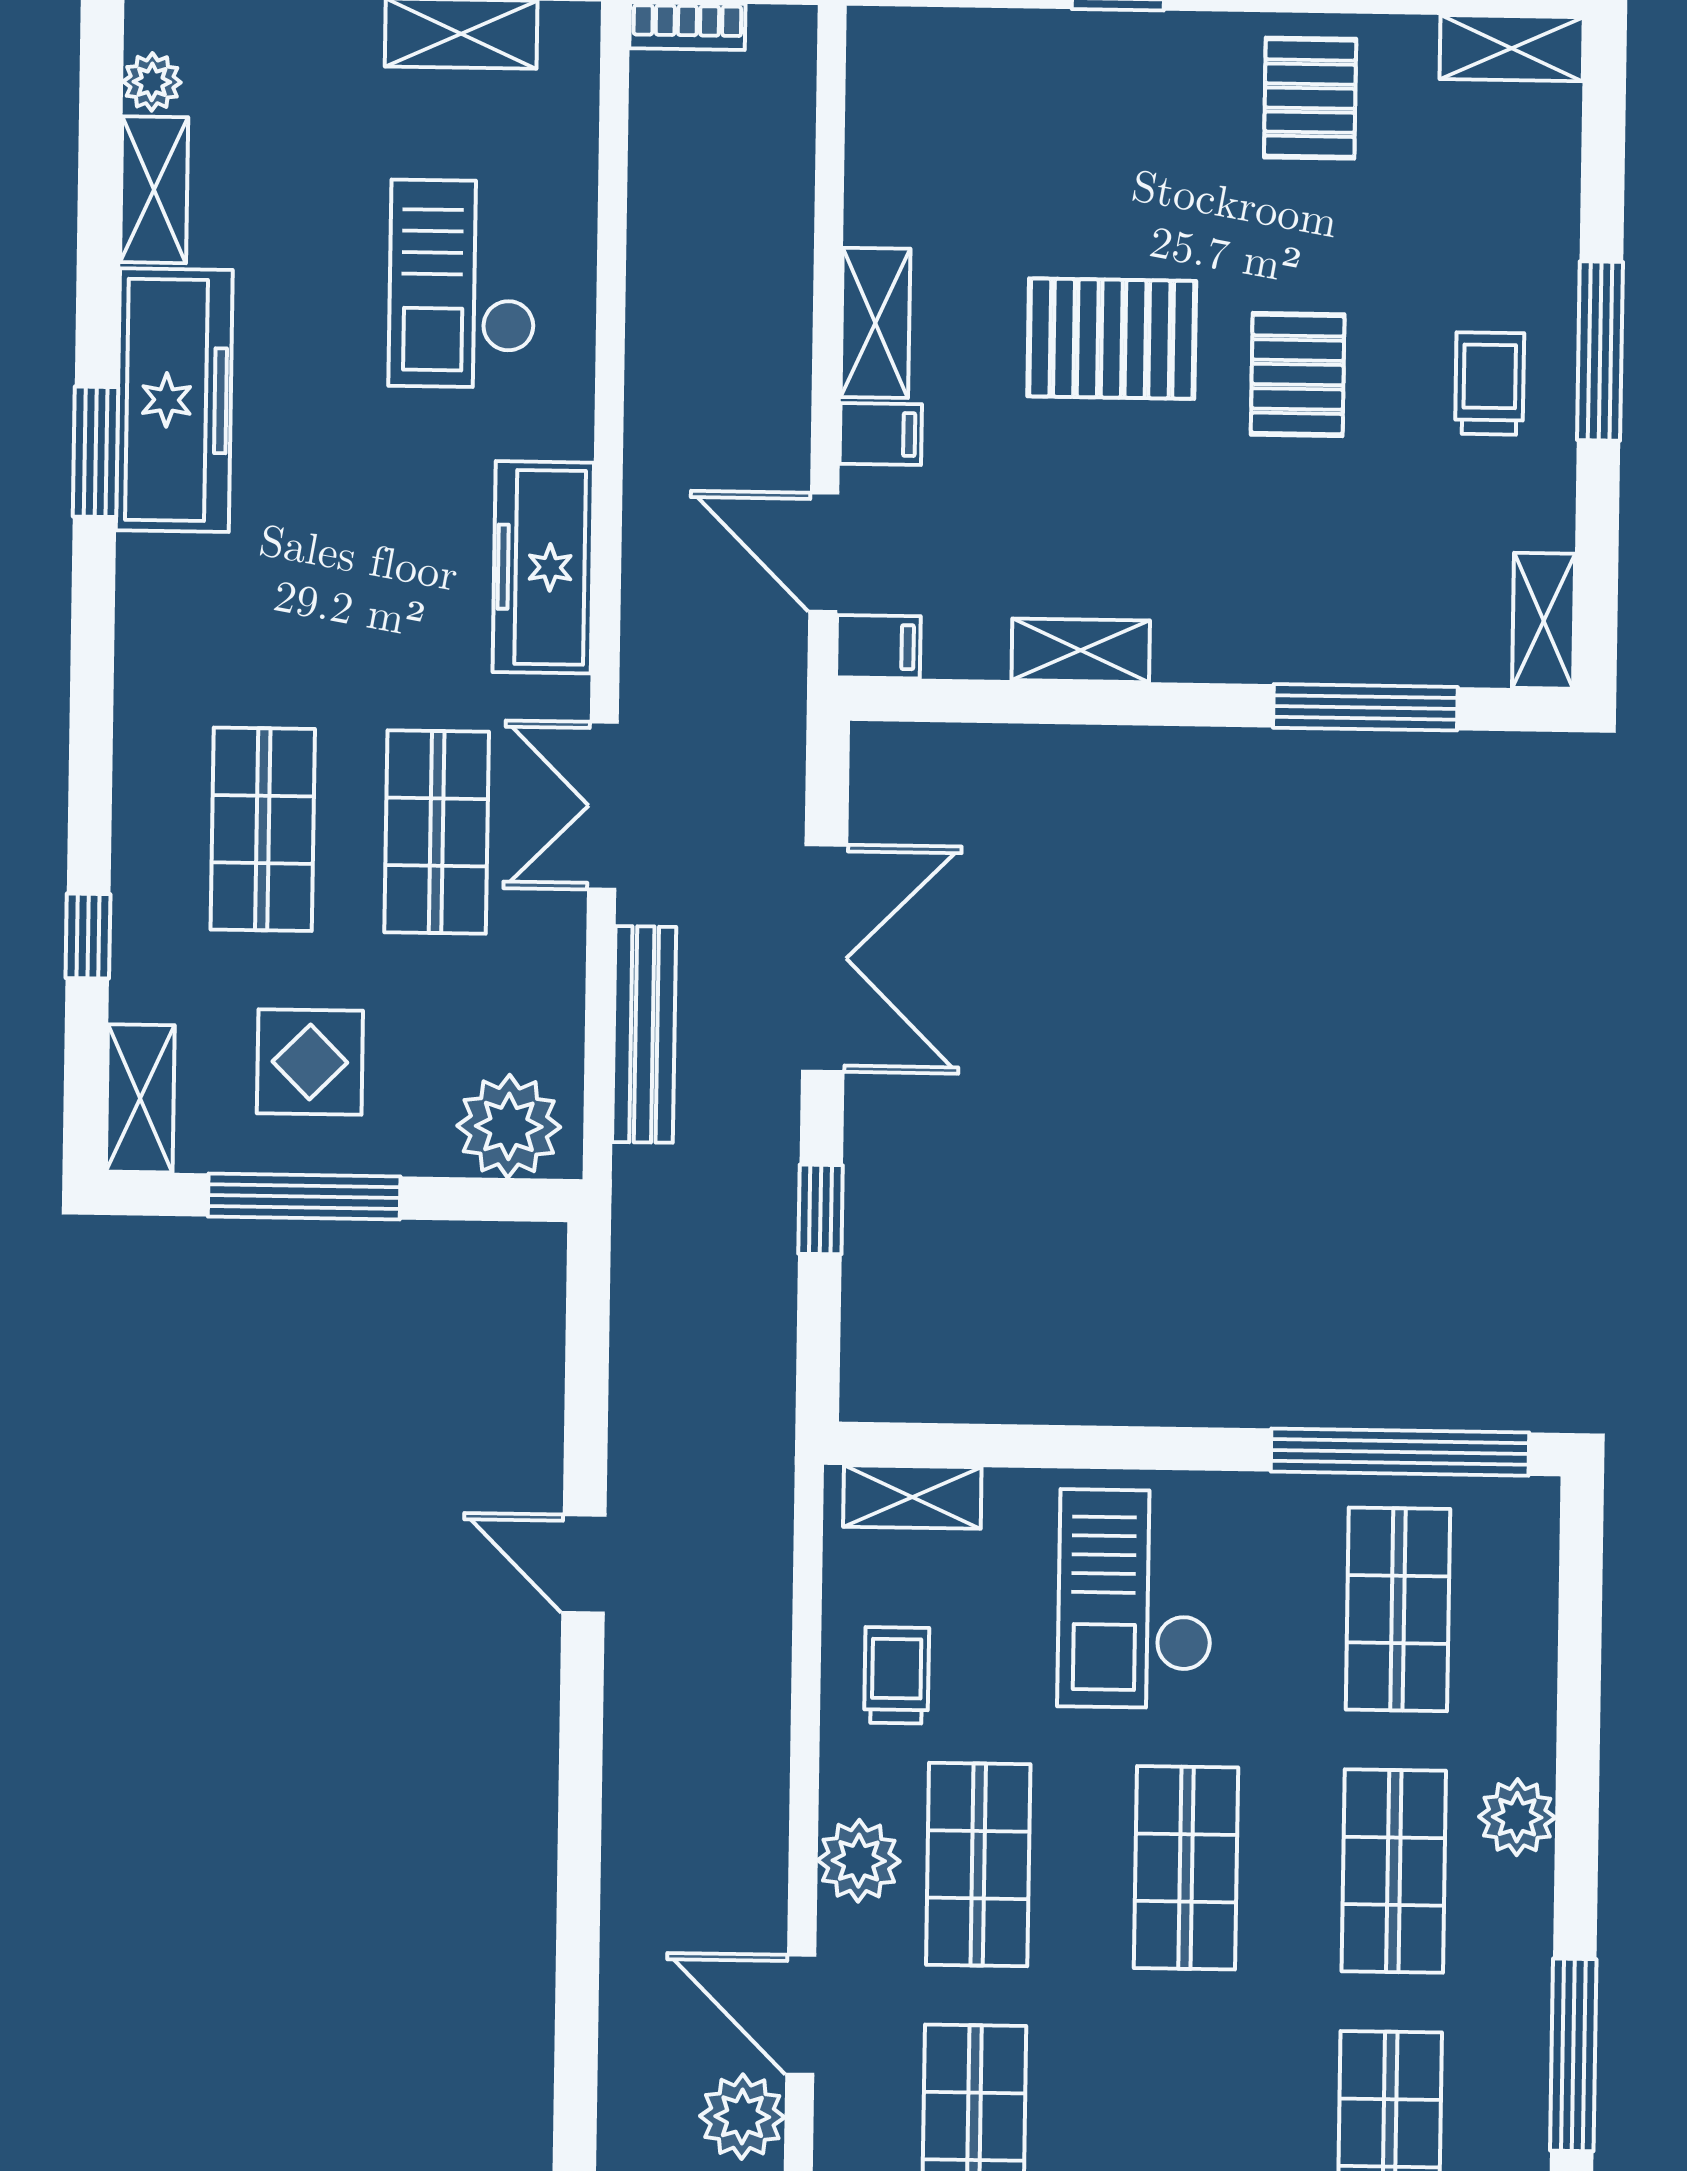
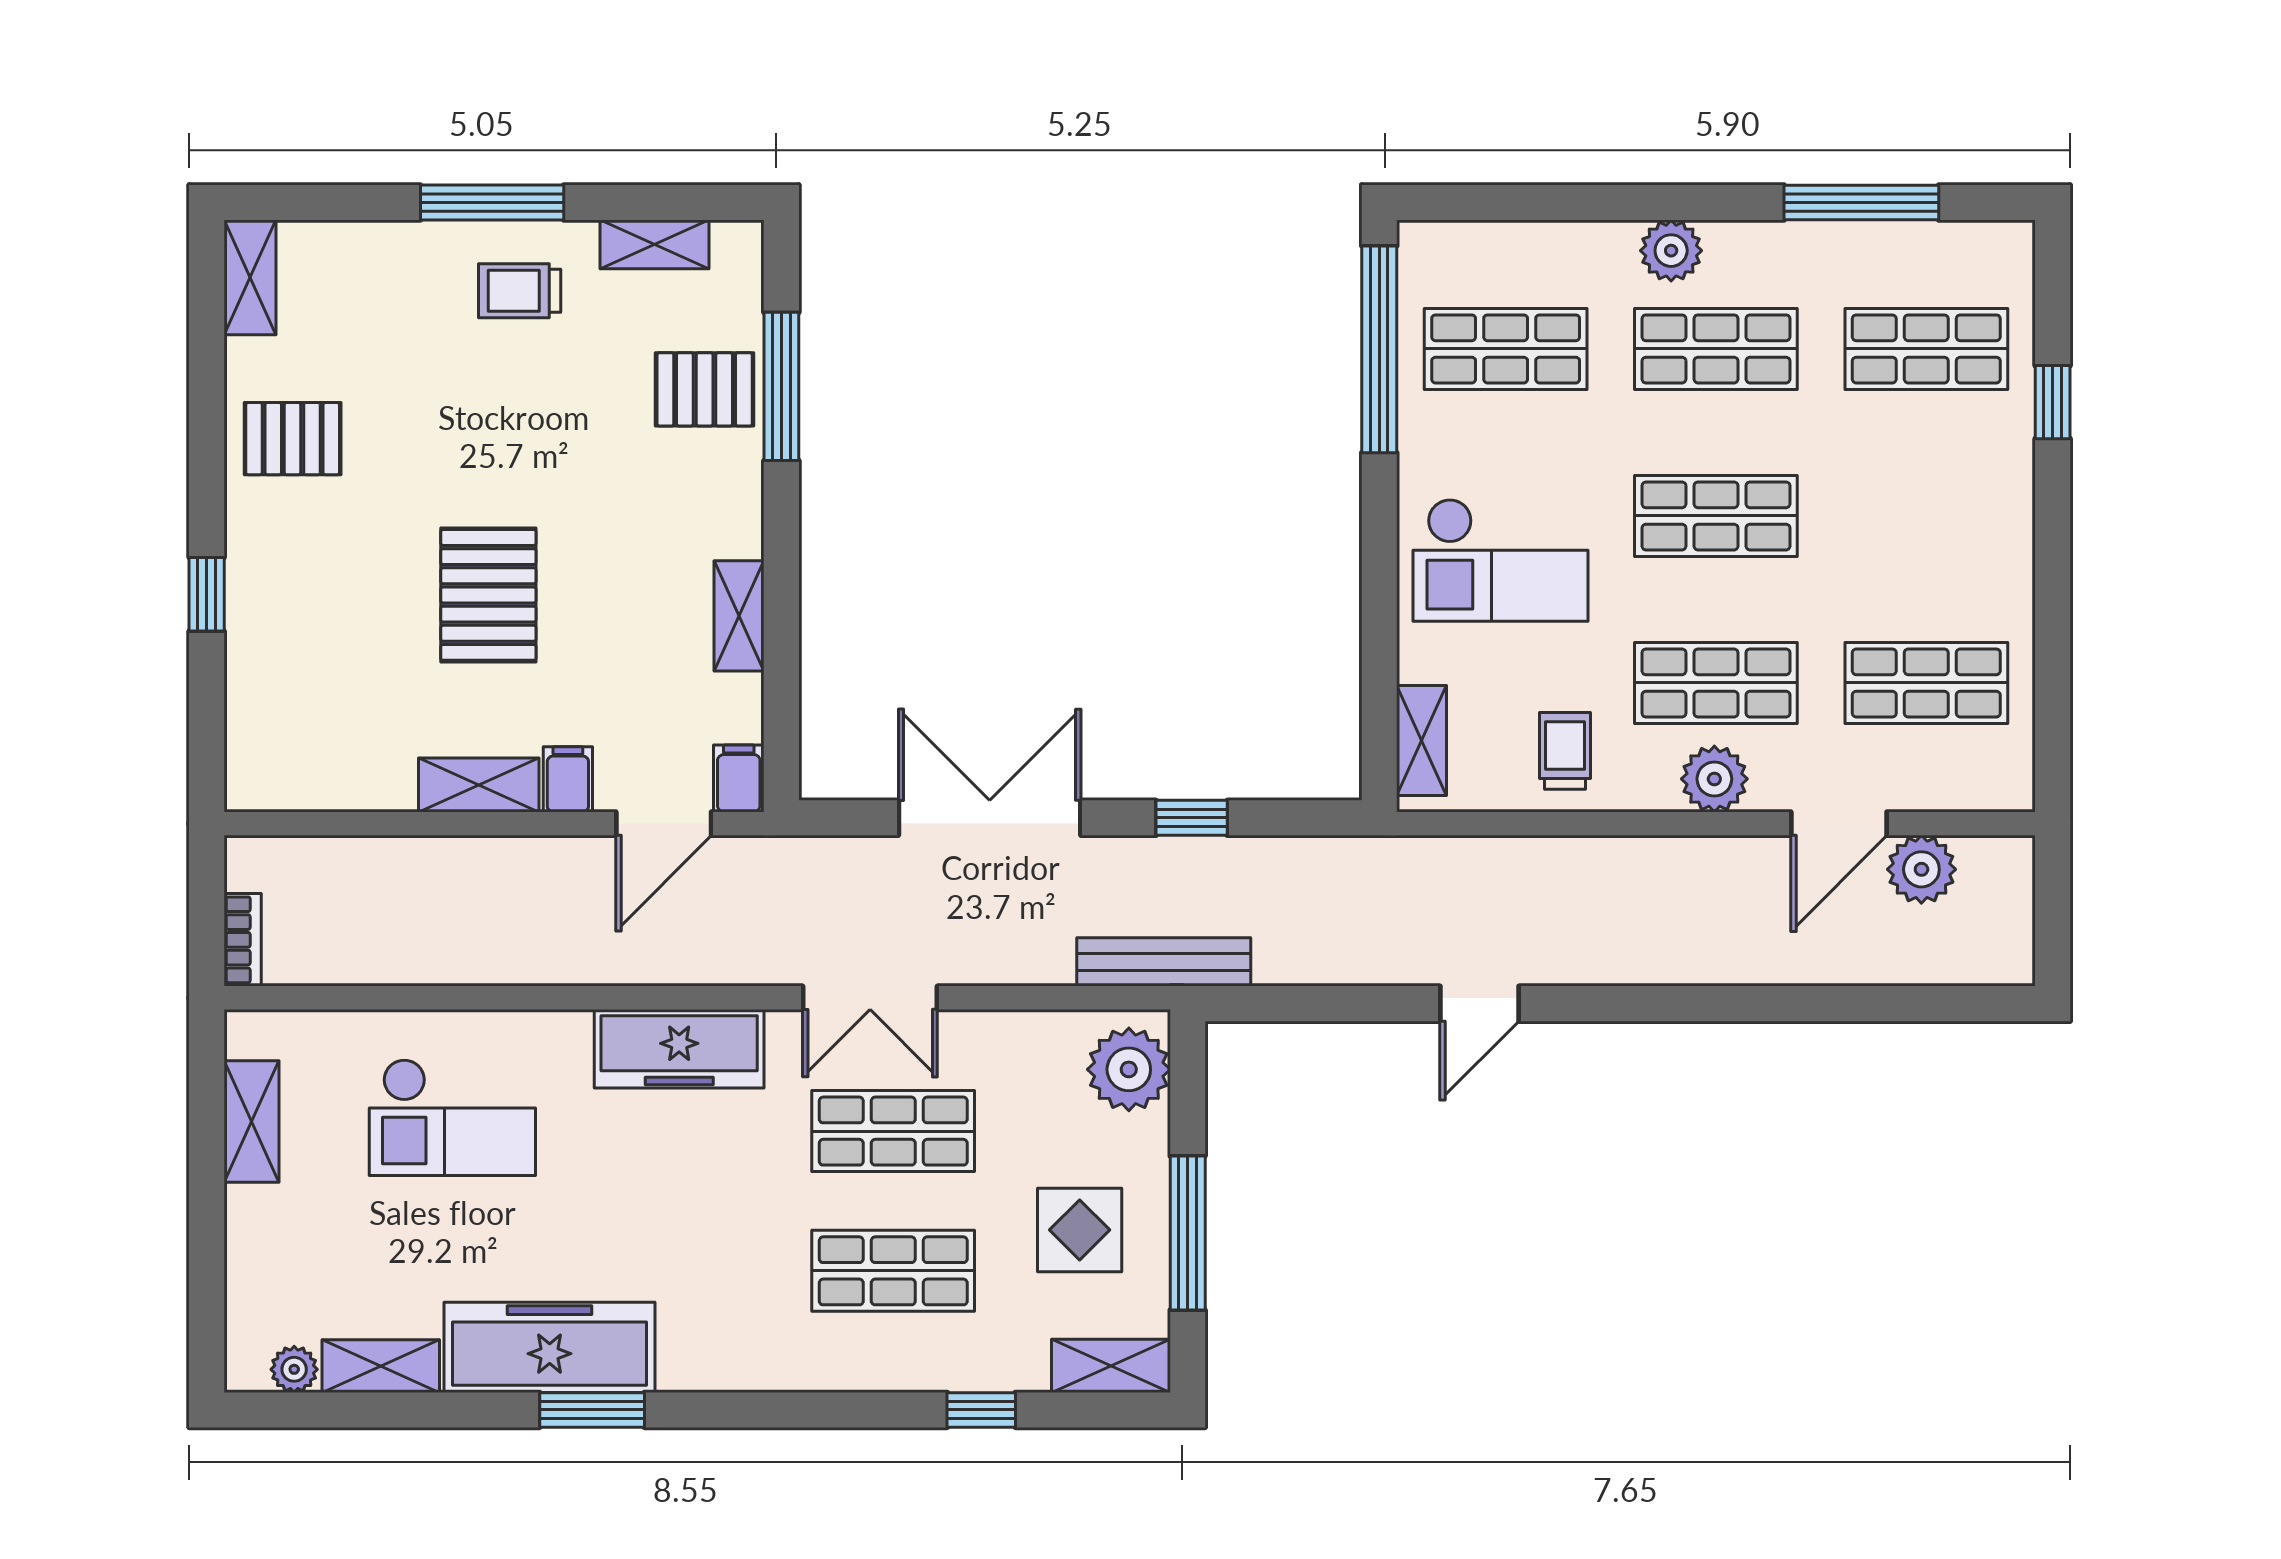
pallet: (1298, 375) -> (705, 389), moved
shelving: (1544, 621) -> (655, 244), moved
bench: (644, 1034) -> (1164, 962), moved
trolley: (897, 1675) -> (1565, 751), turned 90

